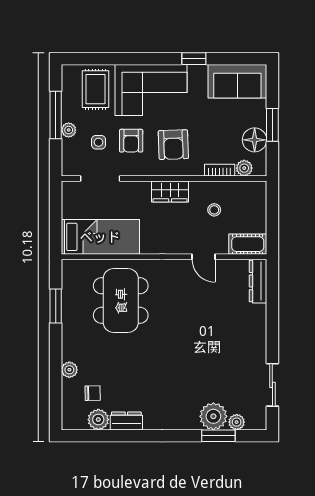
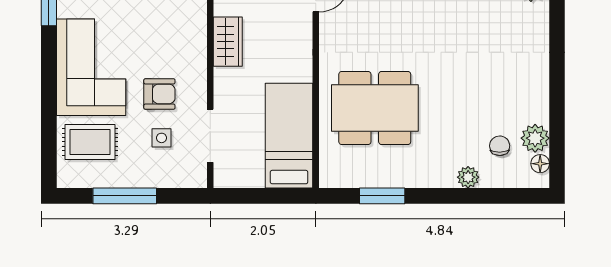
plant: (69, 130) -> (145, 178), removed
armchair: (173, 145) -> (165, 37), removed
dresser: (126, 421) -> (537, 100), removed
floor lamp: (79, 423) -> (540, 164), added

